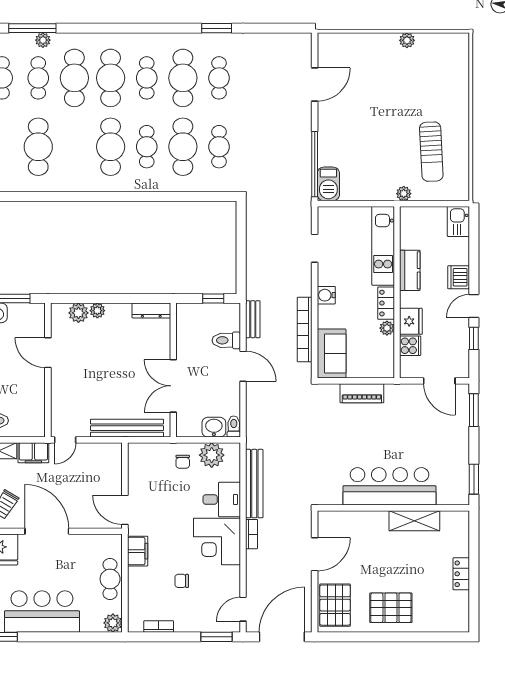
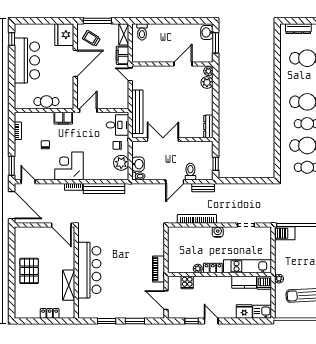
kitchen counter: (410, 270) -> (244, 282), moved
dishwasher: (459, 277) -> (264, 283), moved, turned 180
plant: (97, 311) -> (208, 71), moved
fridge: (411, 321) -> (244, 312), moved, turned 180
sofa: (332, 354) -> (182, 235), removed
door: (439, 381) -> (166, 300), hinge flipped
piano: (362, 393) -> (159, 269), moved
window: (474, 410) -> (135, 321), moved
bar counter: (389, 486) -> (89, 270), moved
desk: (222, 499) -> (117, 125), moved, turned -90
wall: (393, 508) -> (76, 272), moved
shelving: (414, 521) -> (69, 285), moved
pallet: (335, 605) -> (31, 237), removed
plant: (113, 623) -> (20, 103), removed

